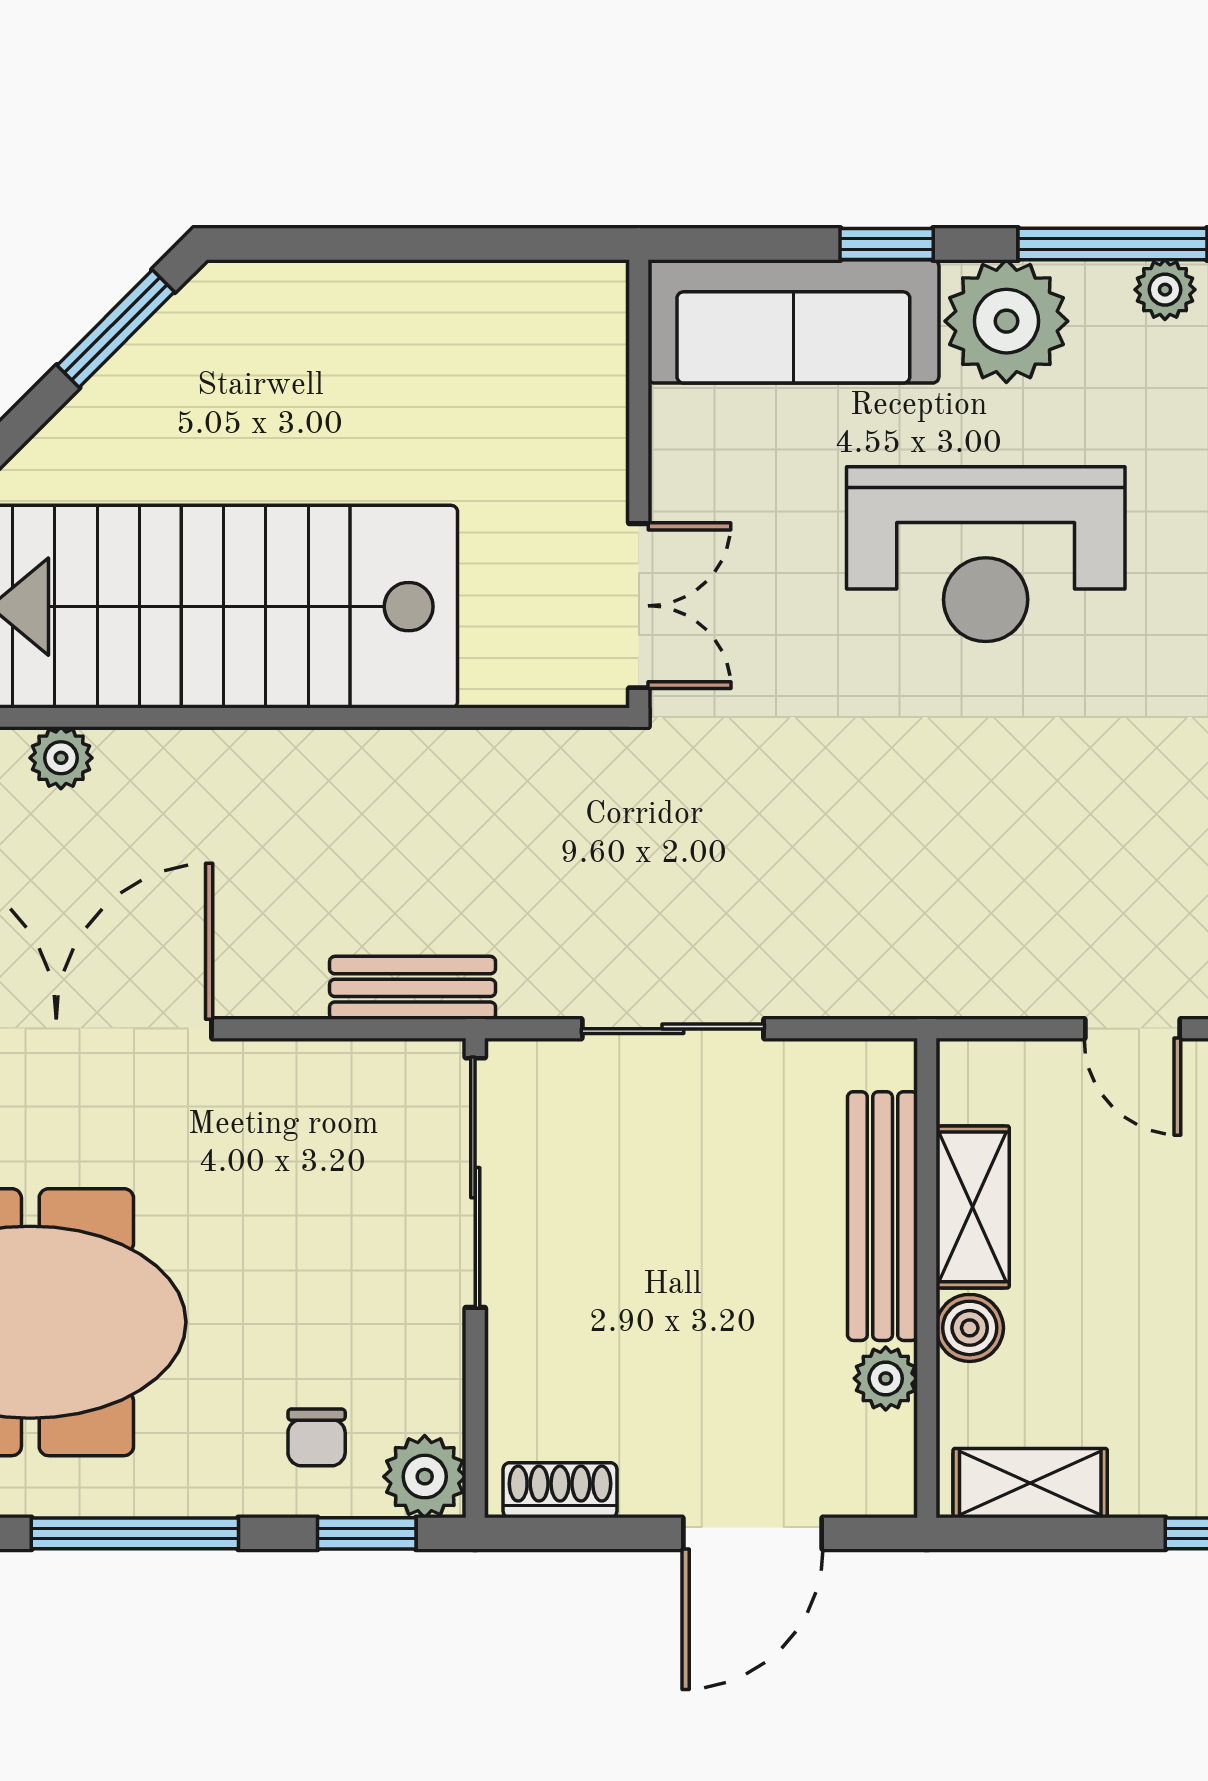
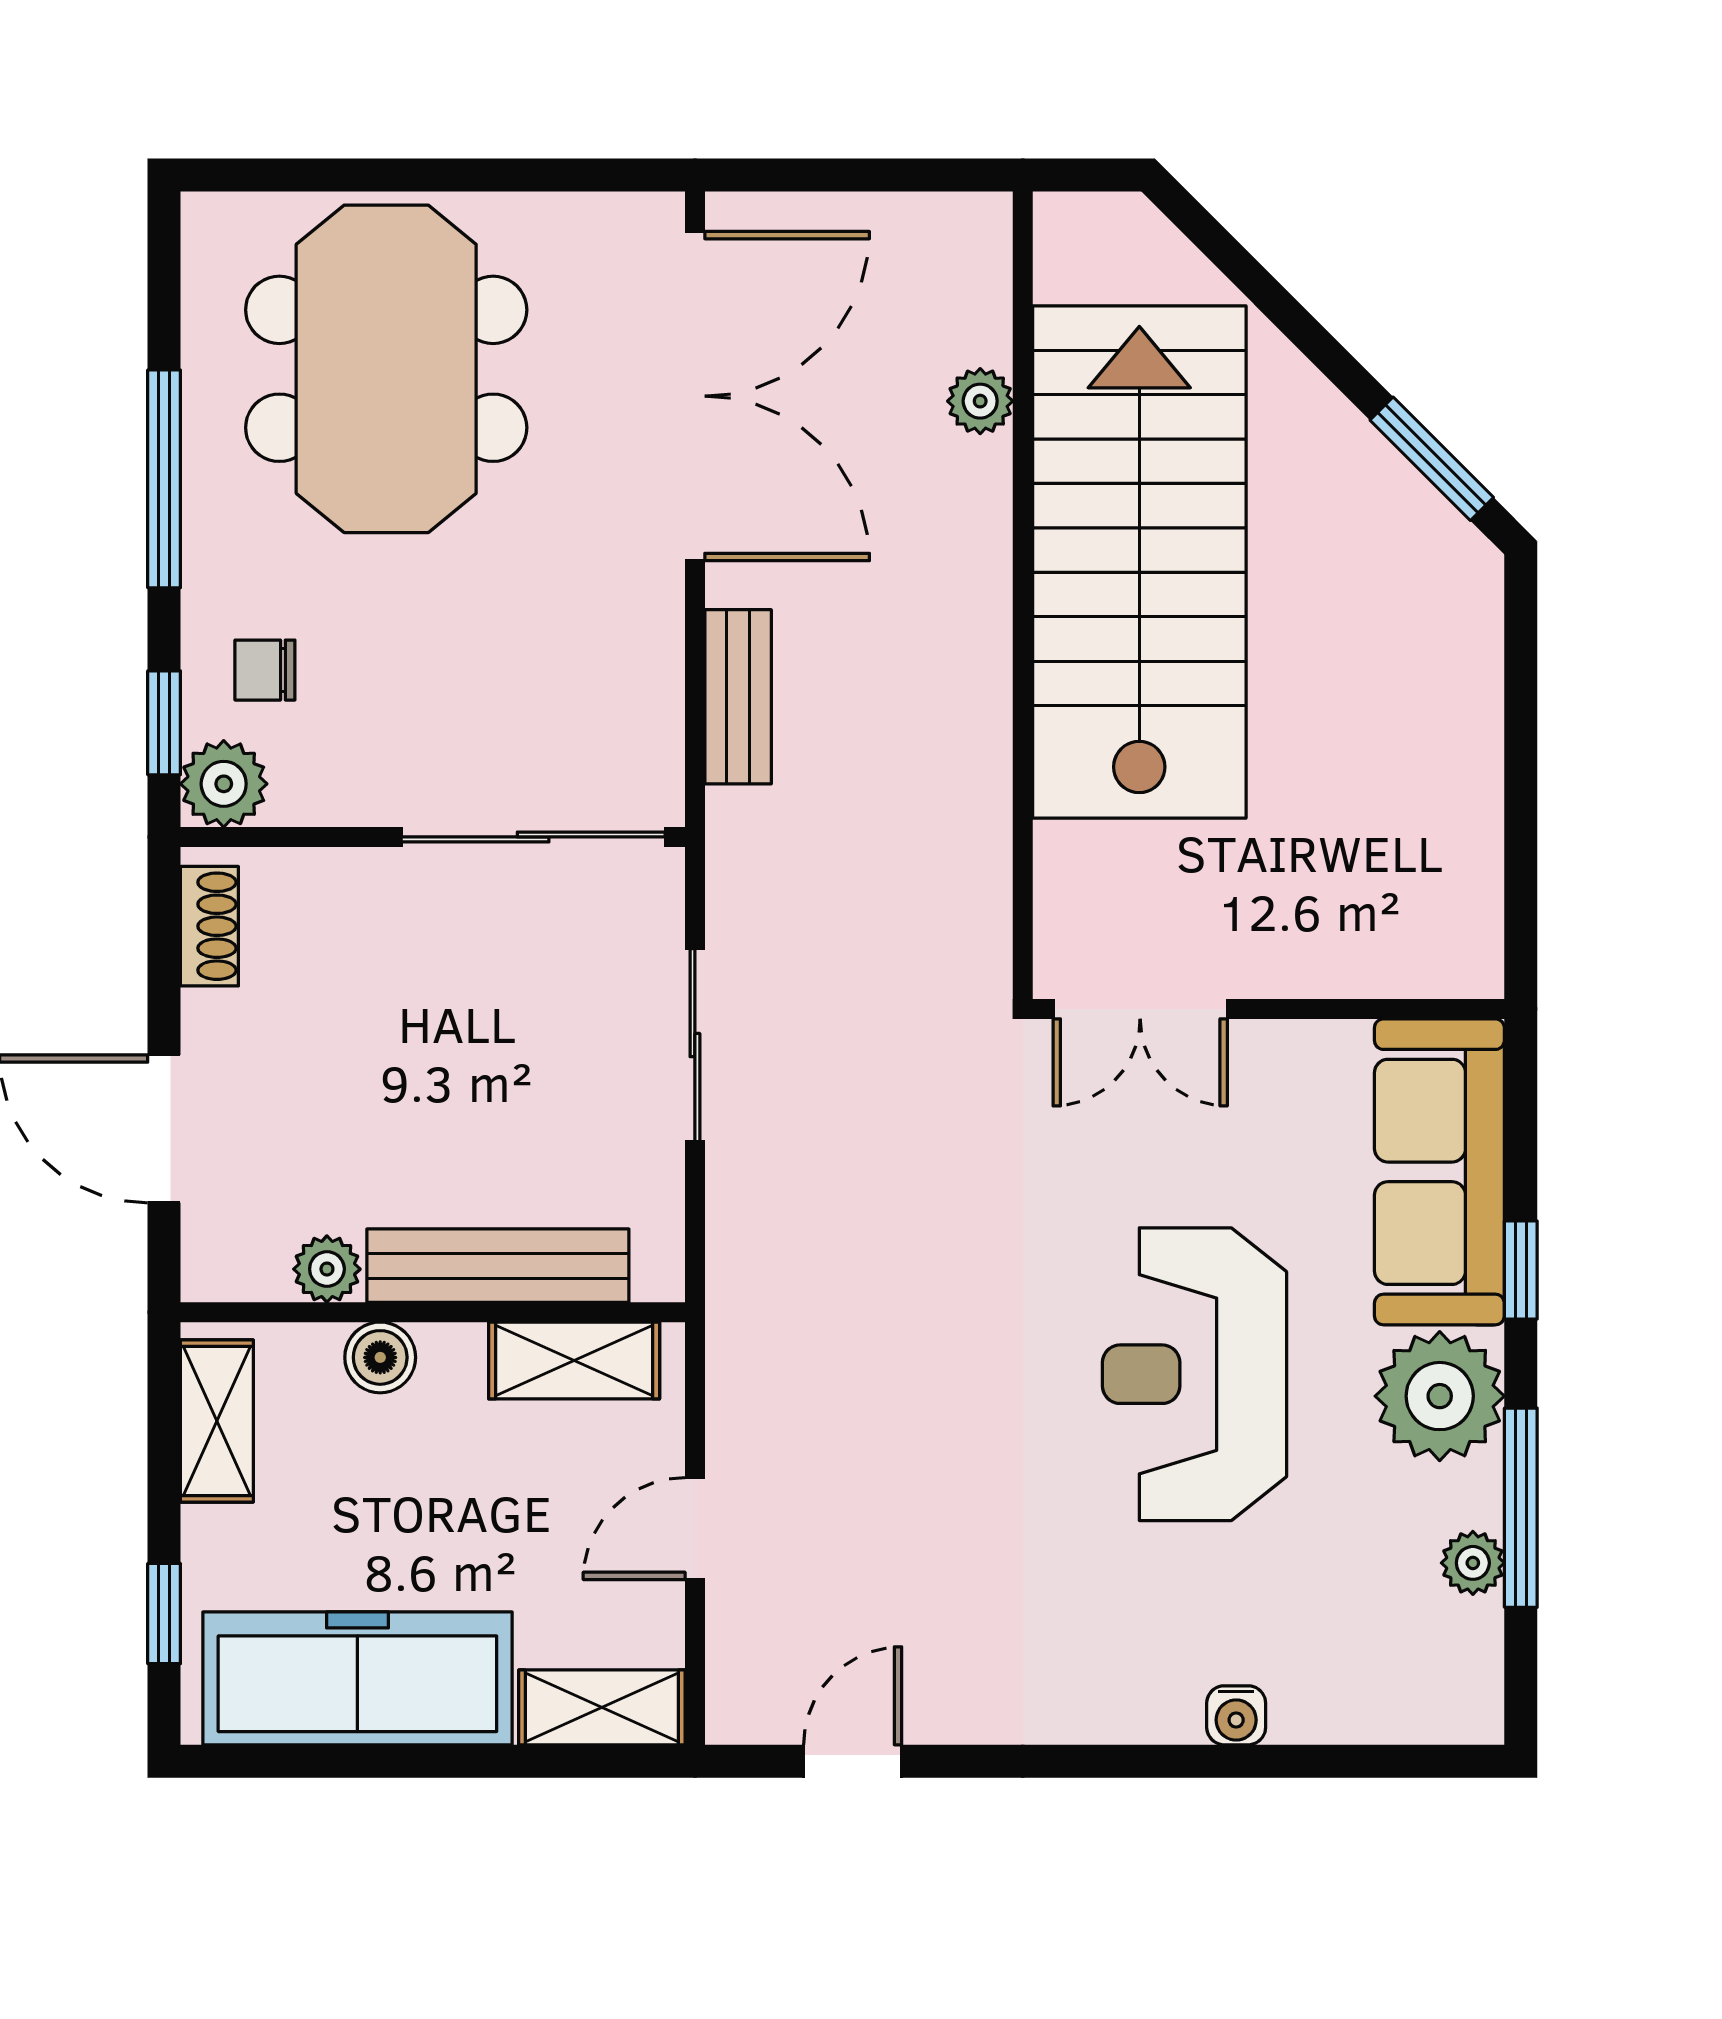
bench: (413, 988) -> (738, 697), moved
shelving: (973, 1207) -> (574, 1360), moved

